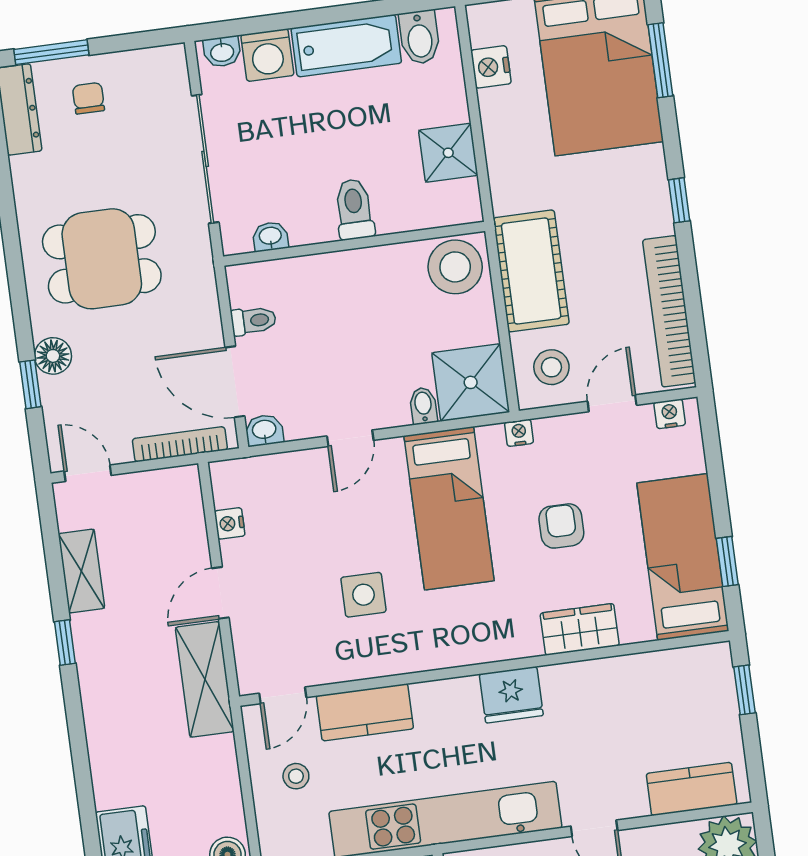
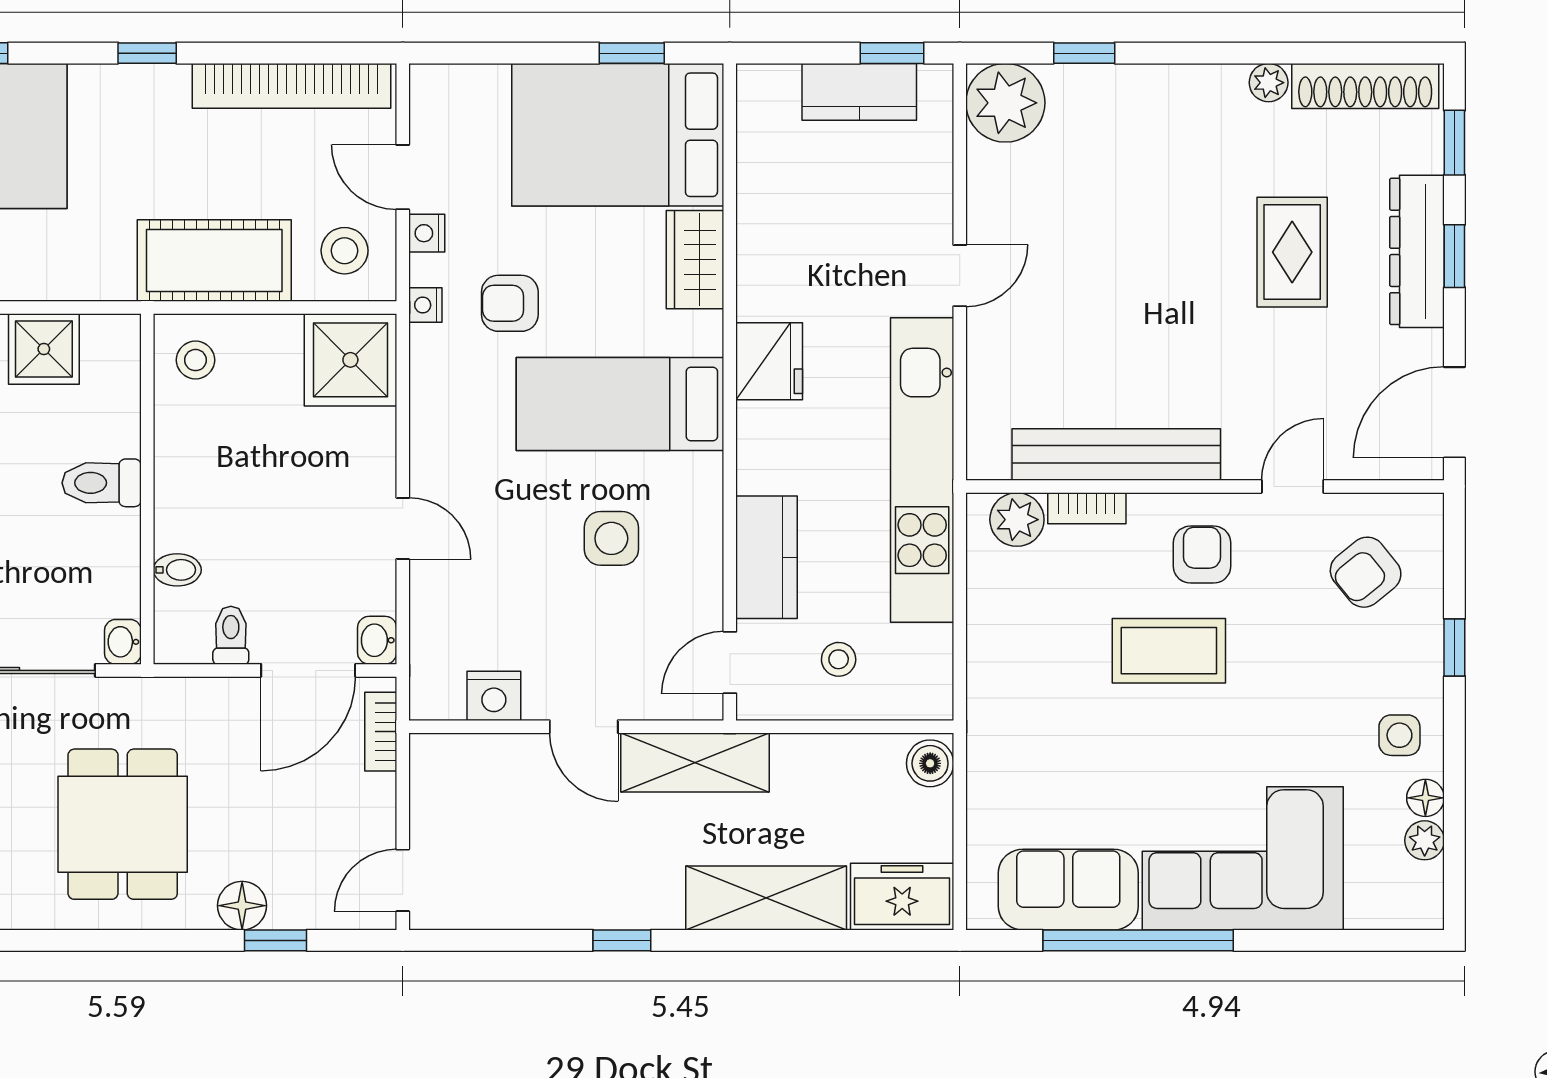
washbasin: (270, 236) -> (123, 642), moved
stool: (455, 267) -> (195, 360), width x0.53, depth x0.53
bidet: (423, 406) -> (177, 570), moved, turned 180
nightstand: (670, 414) -> (427, 233), moved
bookcase: (180, 444) -> (381, 732), width x0.64
bed: (449, 508) -> (620, 404), moved, turned 180
nightstand: (230, 523) -> (494, 696), width x1.39, depth x1.35
armchair: (561, 526) -> (510, 303), moved
bed: (683, 557) -> (618, 135), width x1.50
shelving: (81, 571) -> (766, 898), moved, width x1.50, depth x1.33
window: (744, 690) -> (892, 53), moved
door: (283, 695) -> (730, 663), swing flipped
kitchen counter: (692, 789) -> (859, 92), moved, turned -90

